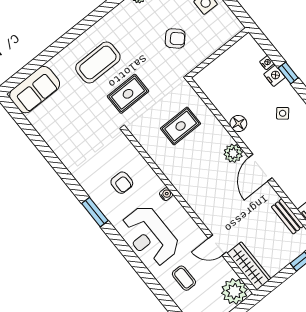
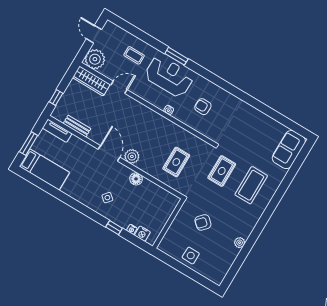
nightstand: (274, 76) -> (142, 234), moved
window: (95, 212) -> (176, 56), moved

